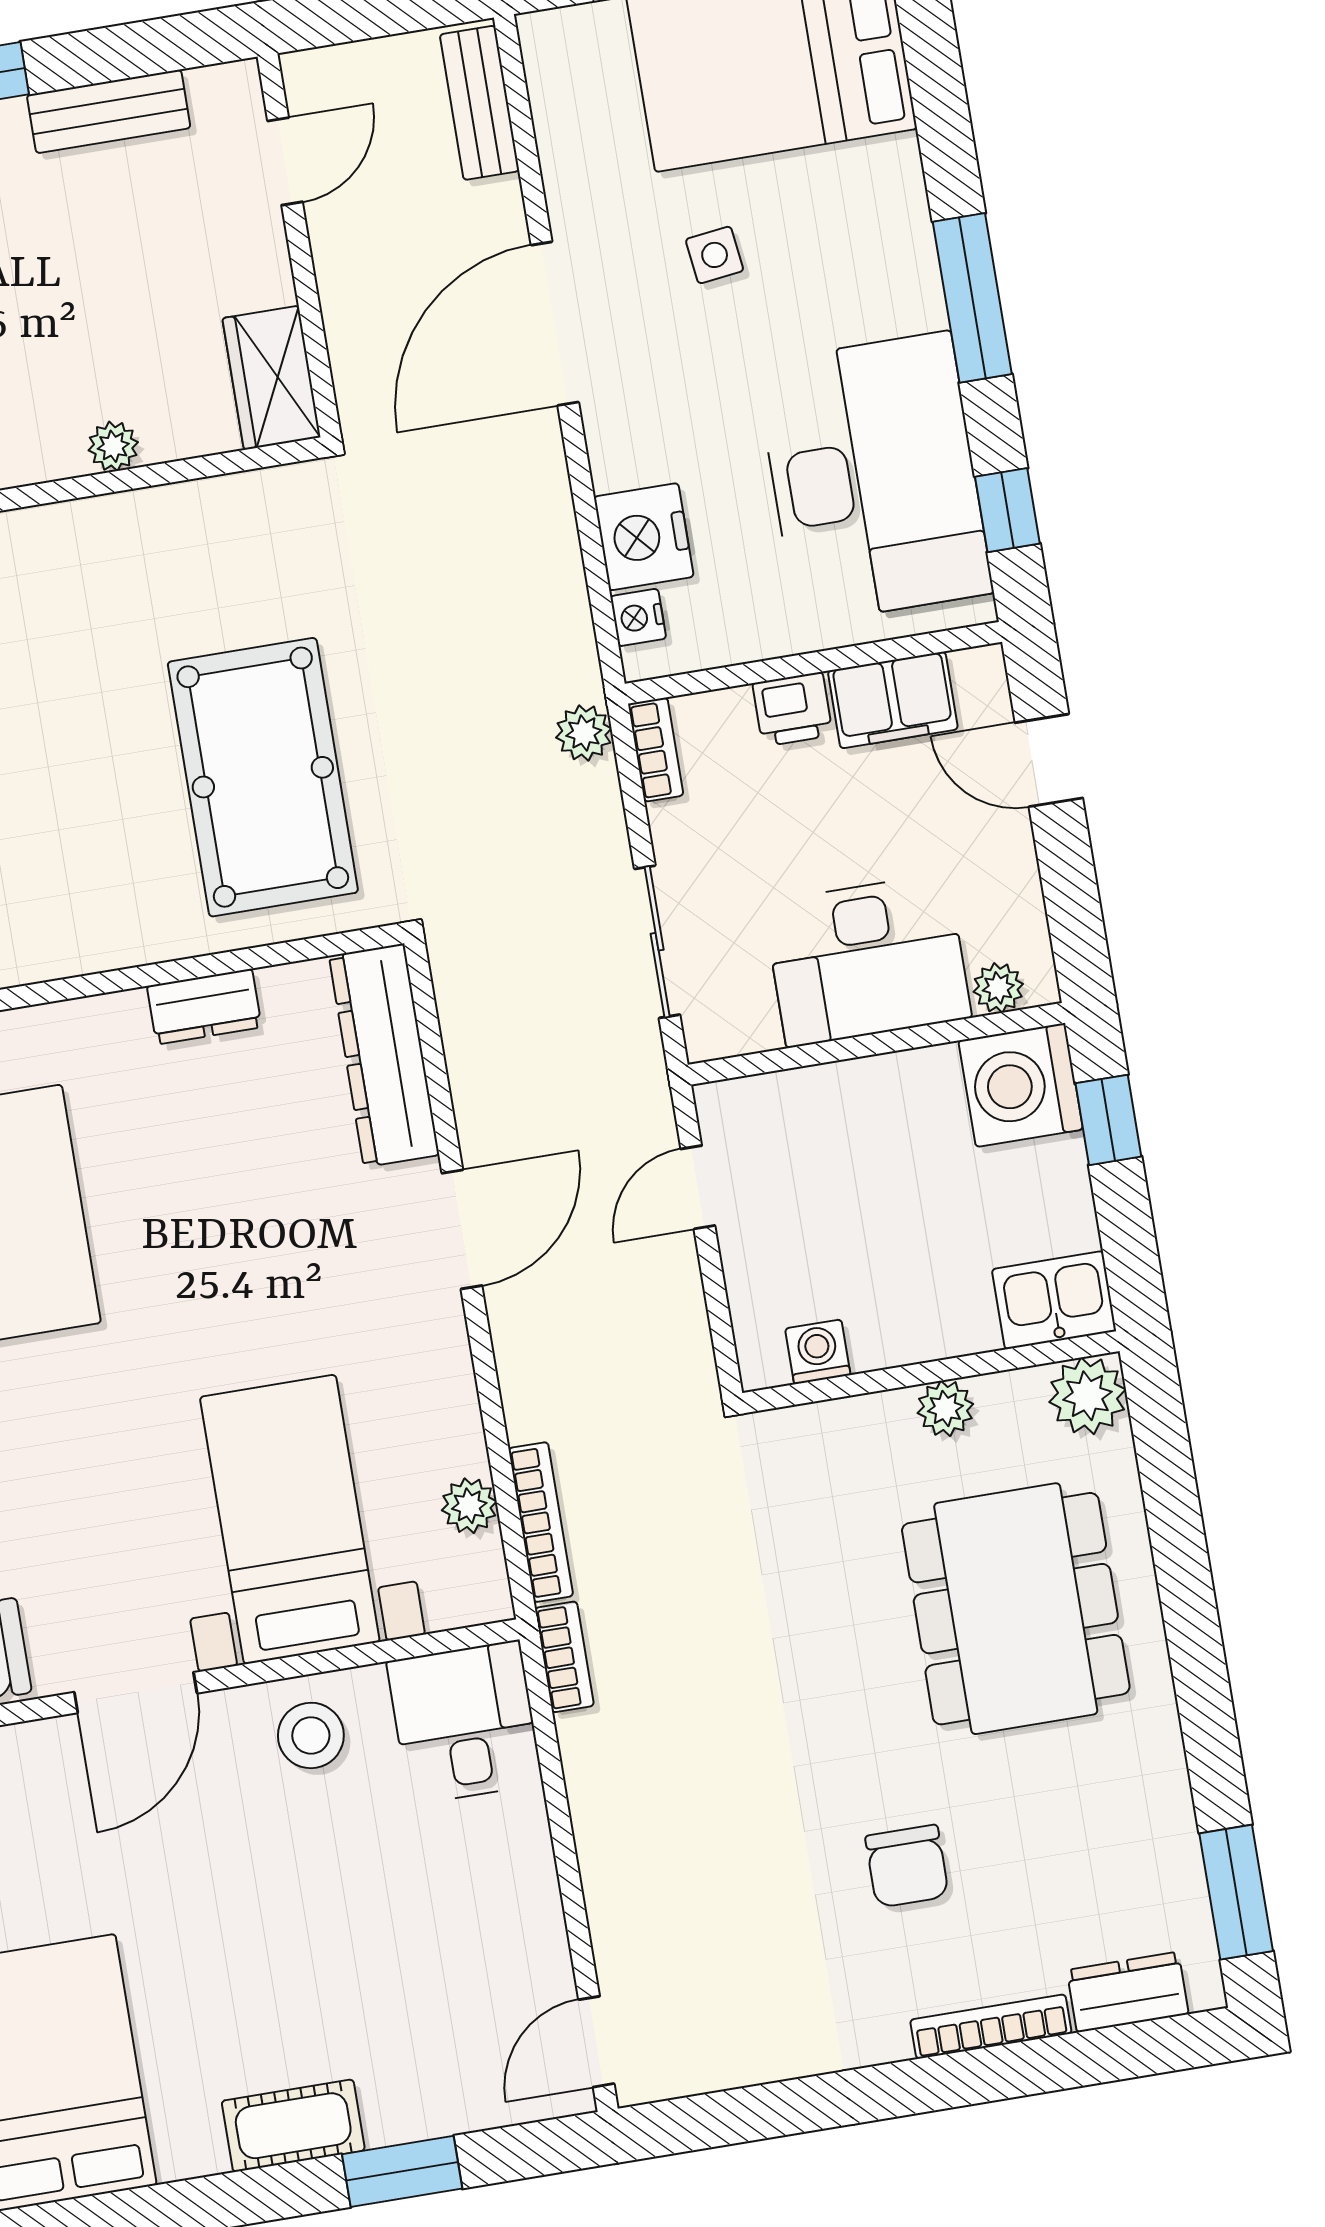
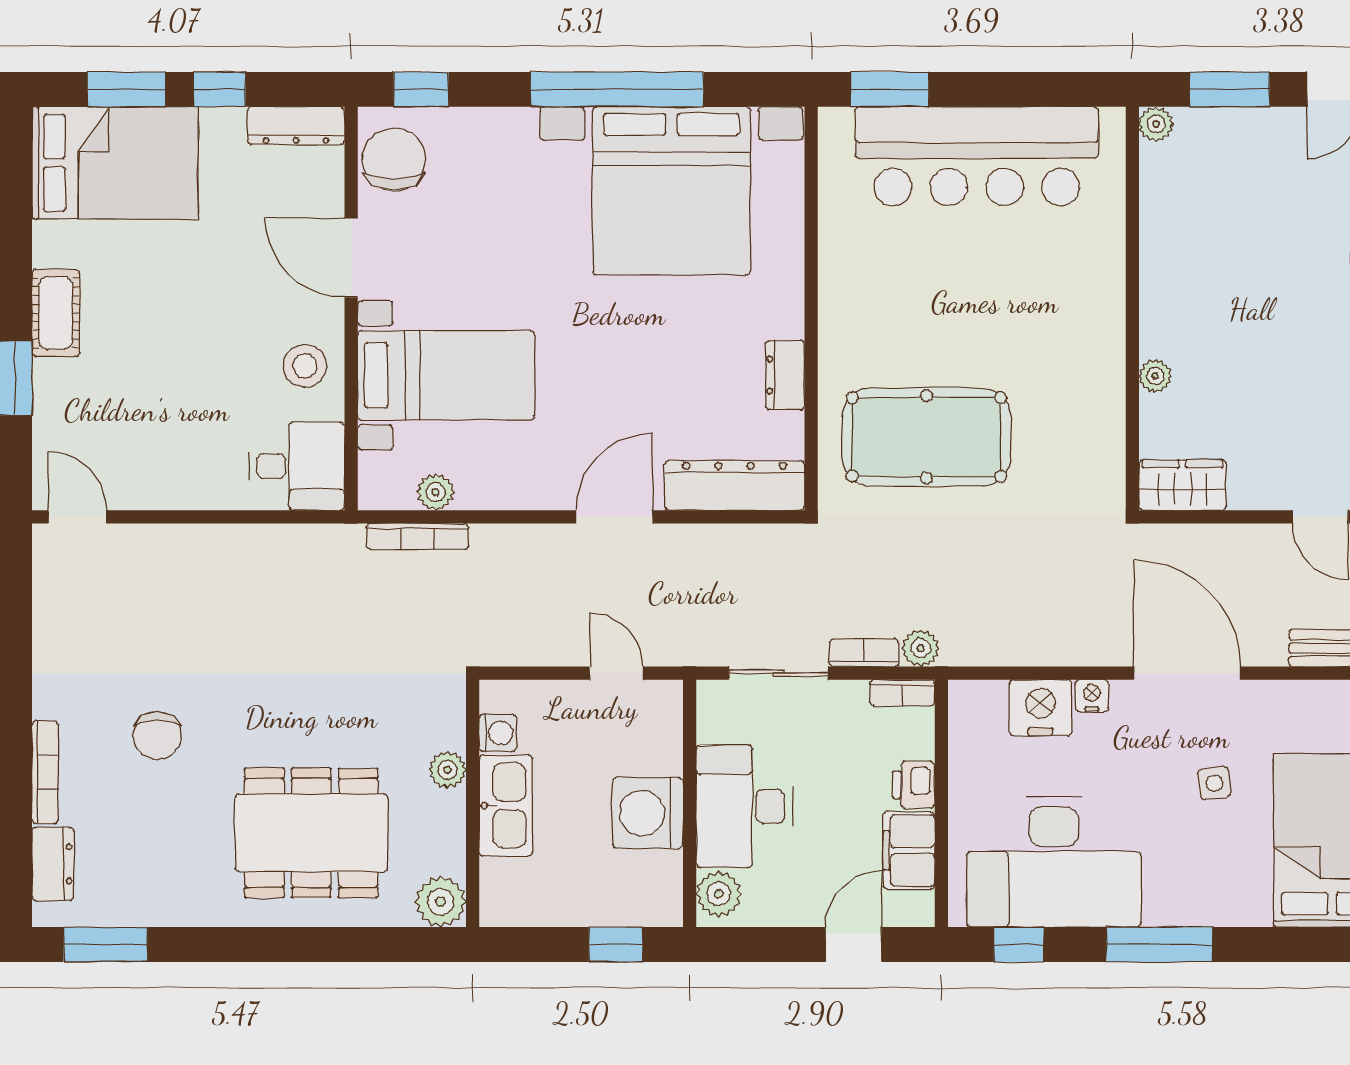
nightstand: (638, 617) -> (1092, 695), moved
plant: (998, 988) -> (719, 894), width x1.38, depth x1.38
washing machine: (1021, 1085) -> (648, 813), moved, turned -90
door: (462, 1229) -> (614, 517), swing flipped
kitchen sink: (1054, 1300) -> (506, 805), moved, width x1.38
plant: (945, 1408) -> (448, 770), moved
bookcase: (564, 1657) -> (864, 653), moved, turned 180
chair: (907, 1866) -> (157, 735), turned -90

